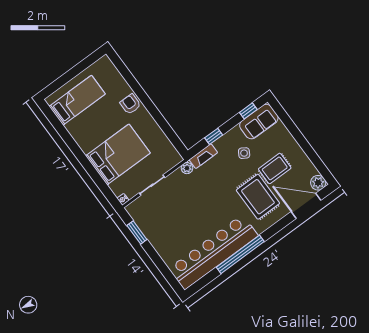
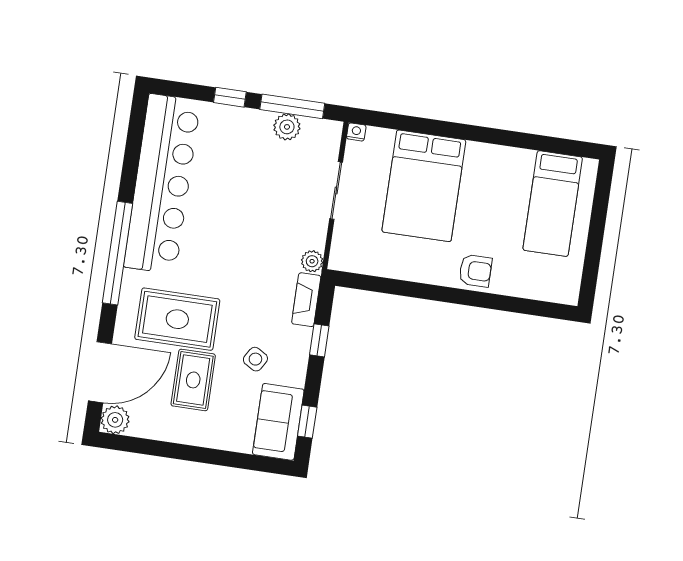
plant: (146, 227) -> (287, 127), added
window: (137, 232) -> (292, 106), width x1.44
window: (240, 254) -> (118, 253), moved
window: (156, 259) -> (230, 97), added

